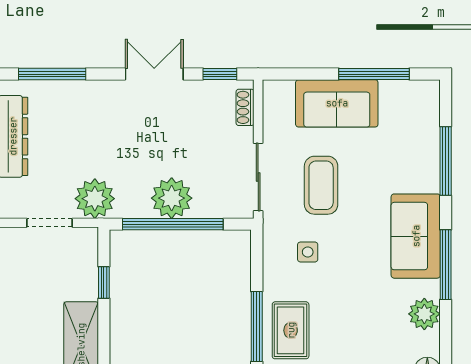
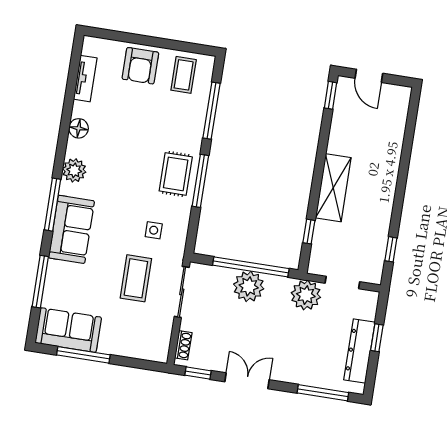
double door: (154, 74) -> (247, 381), swing flipped
sofa: (337, 103) -> (68, 330), moved

